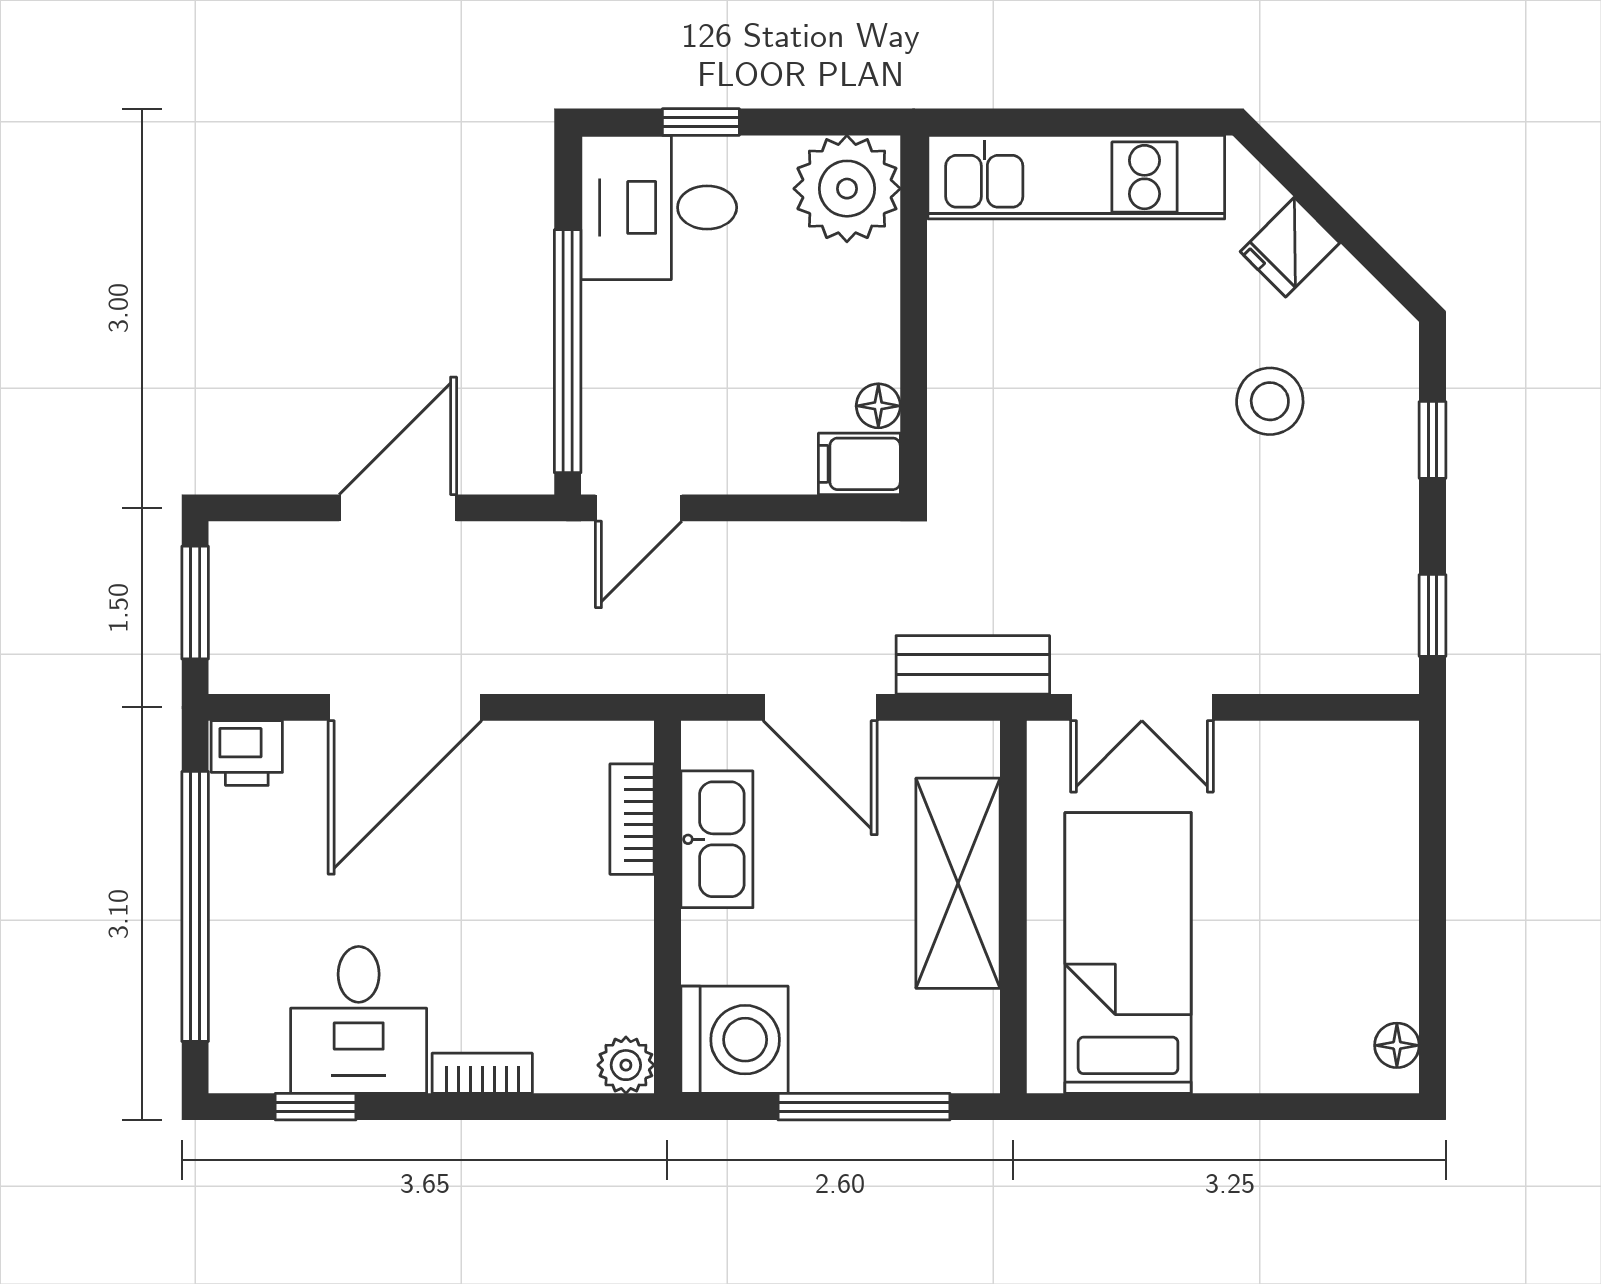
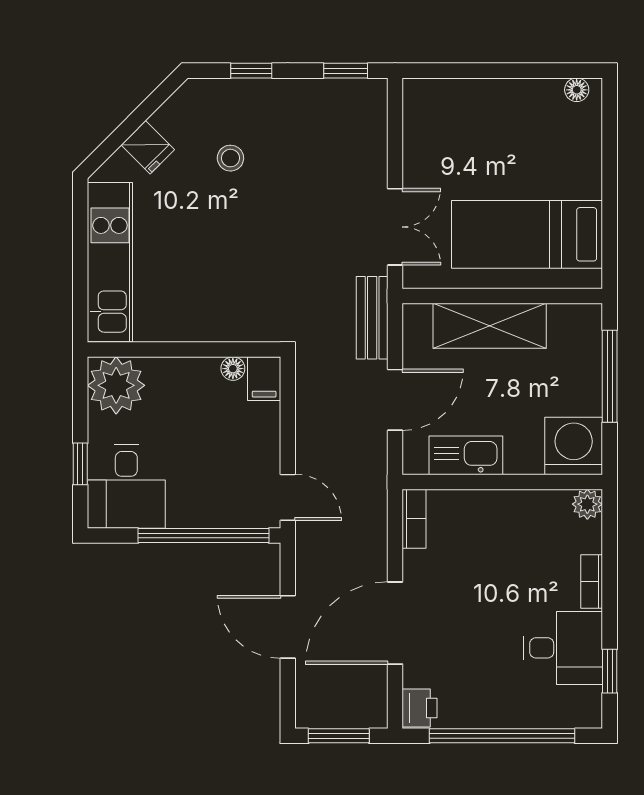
stool: (1270, 401) -> (230, 158), width x0.73, depth x0.73
door: (405, 707) -> (395, 623), swing flipped
bookcase: (632, 819) -> (414, 519), moved, turned -90

